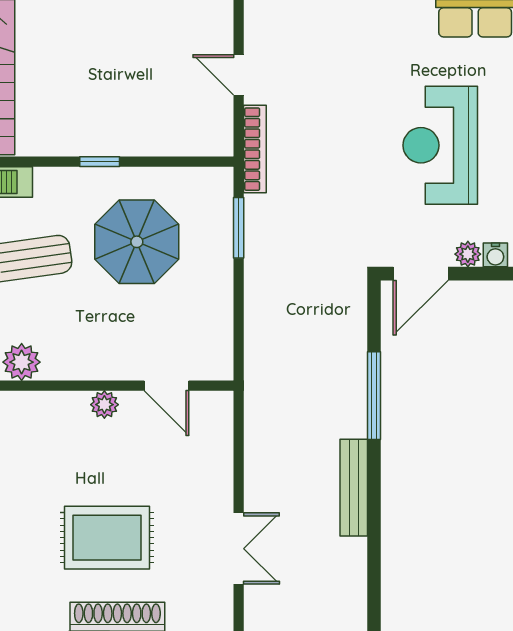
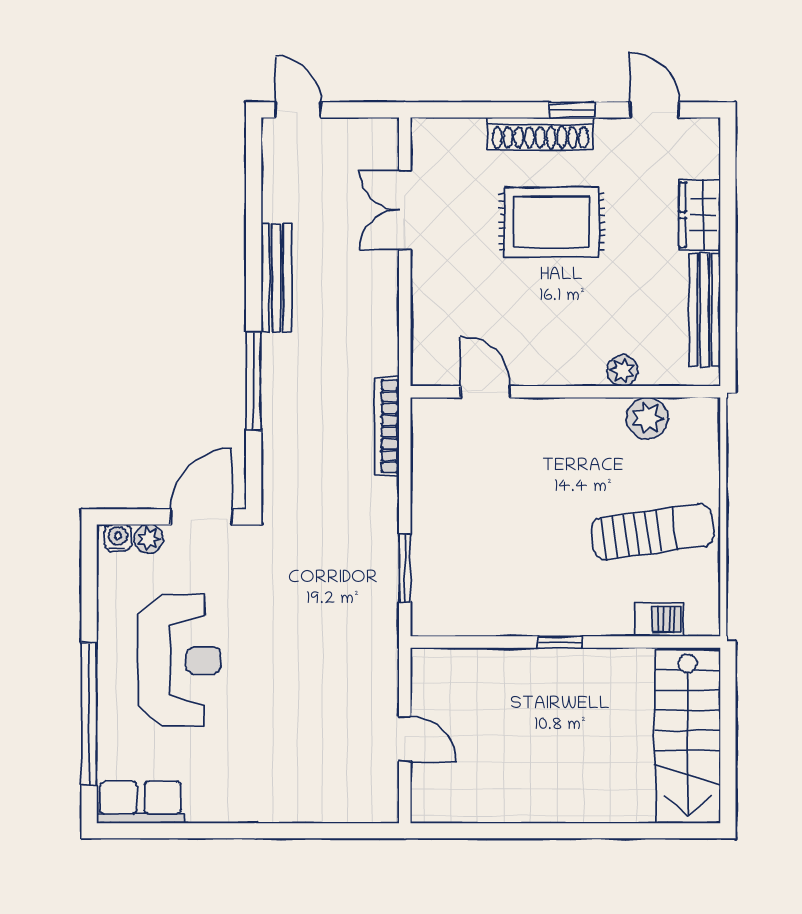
bookcase: (255, 149) -> (387, 426), moved
parasol: (137, 242) -> (519, 553), removed
plant: (104, 405) -> (622, 371), moved

